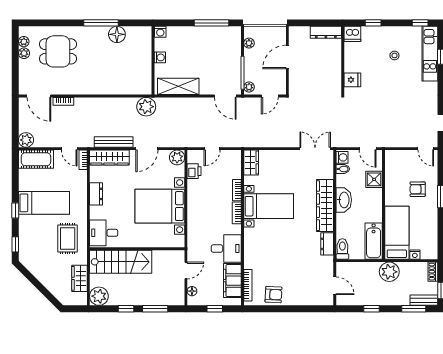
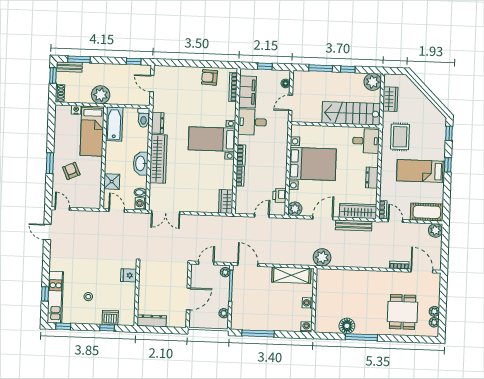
dishwasher: (352, 34) -> (110, 318), moved
dining table: (58, 51) -> (403, 312), turned 90
armchair: (418, 189) -> (71, 171), turned -114
bed with nightstands: (269, 206) -> (212, 139), moved
window: (371, 309) -> (134, 61), moved

